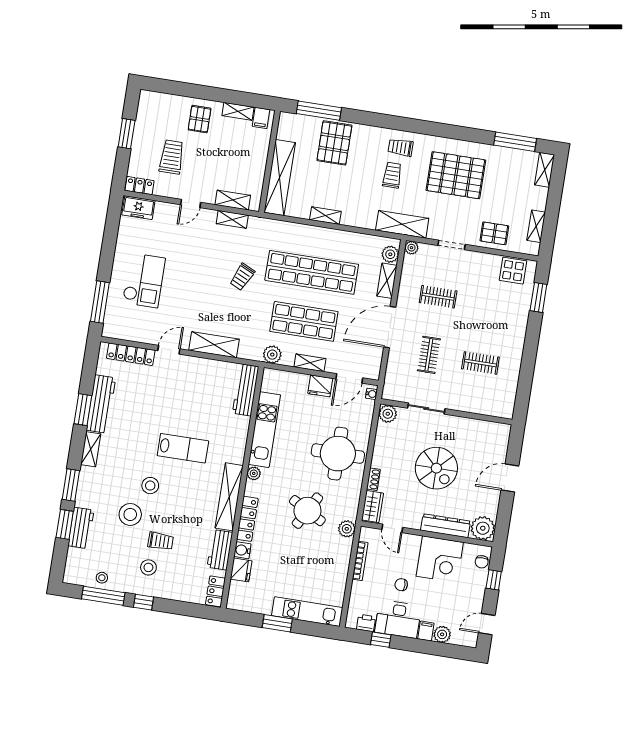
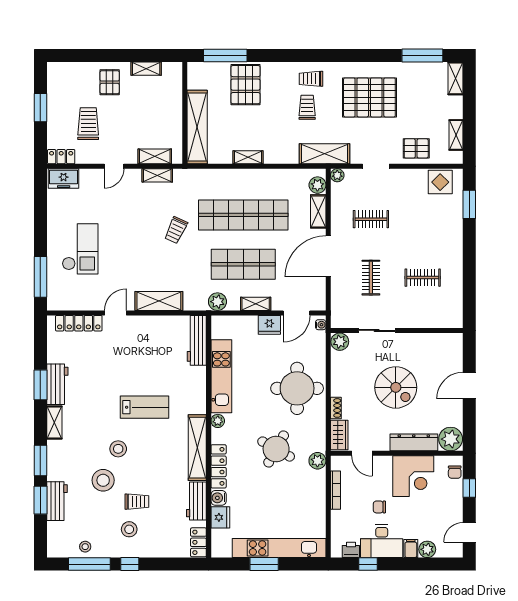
filing cabinet: (261, 118) -> (170, 72), removed
workbench: (101, 404) -> (57, 384), width x0.73
kitchen unit: (307, 612) -> (279, 548), width x1.36

